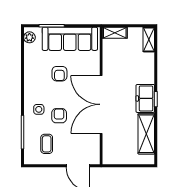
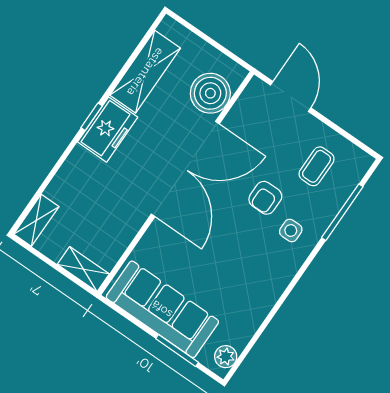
armchair: (59, 74) -> (218, 265), removed
boiler: (113, 144) -> (210, 93), added

